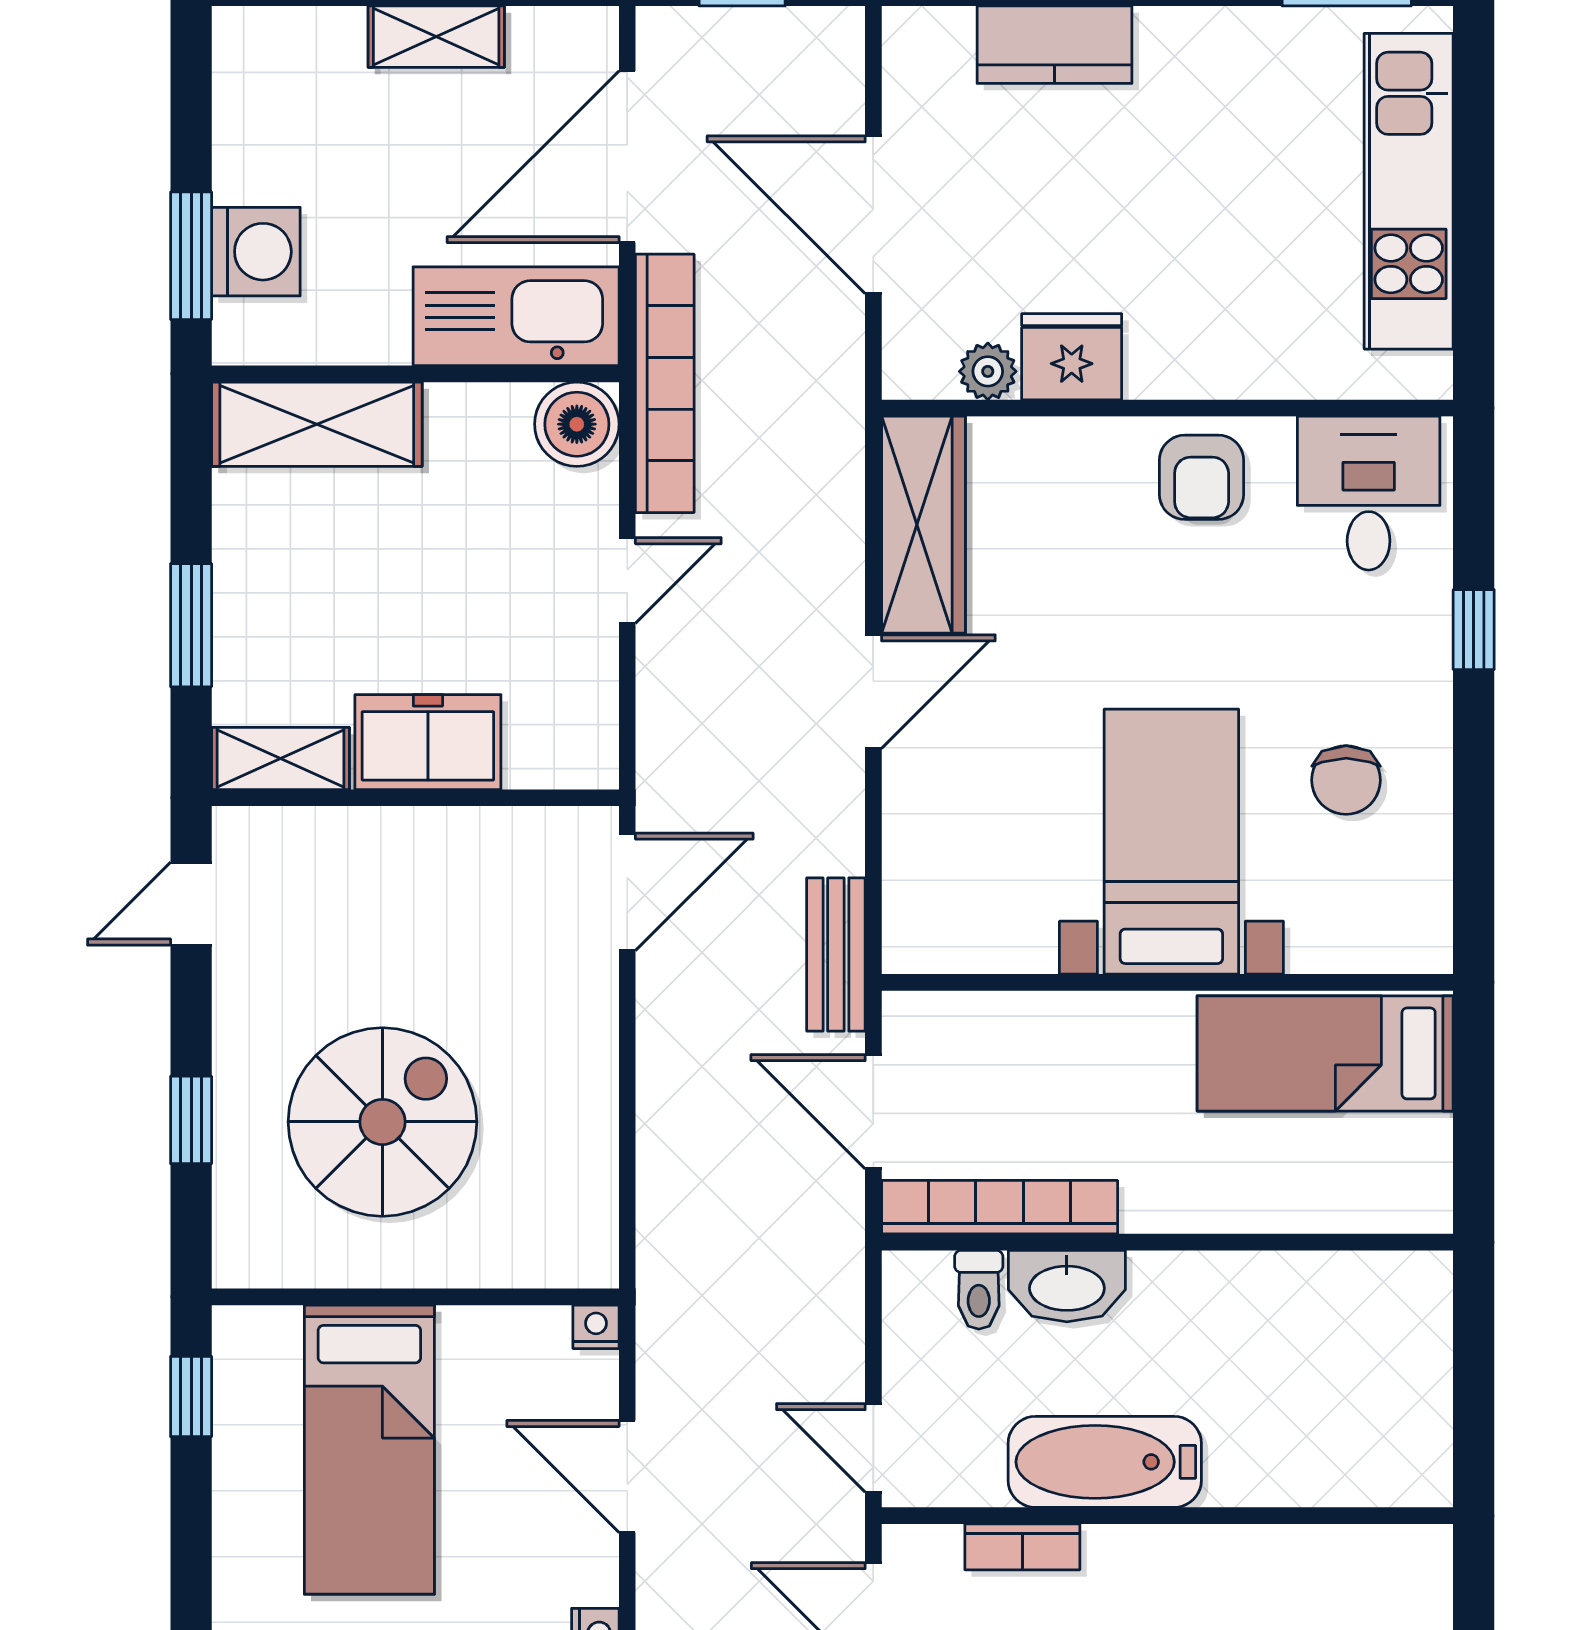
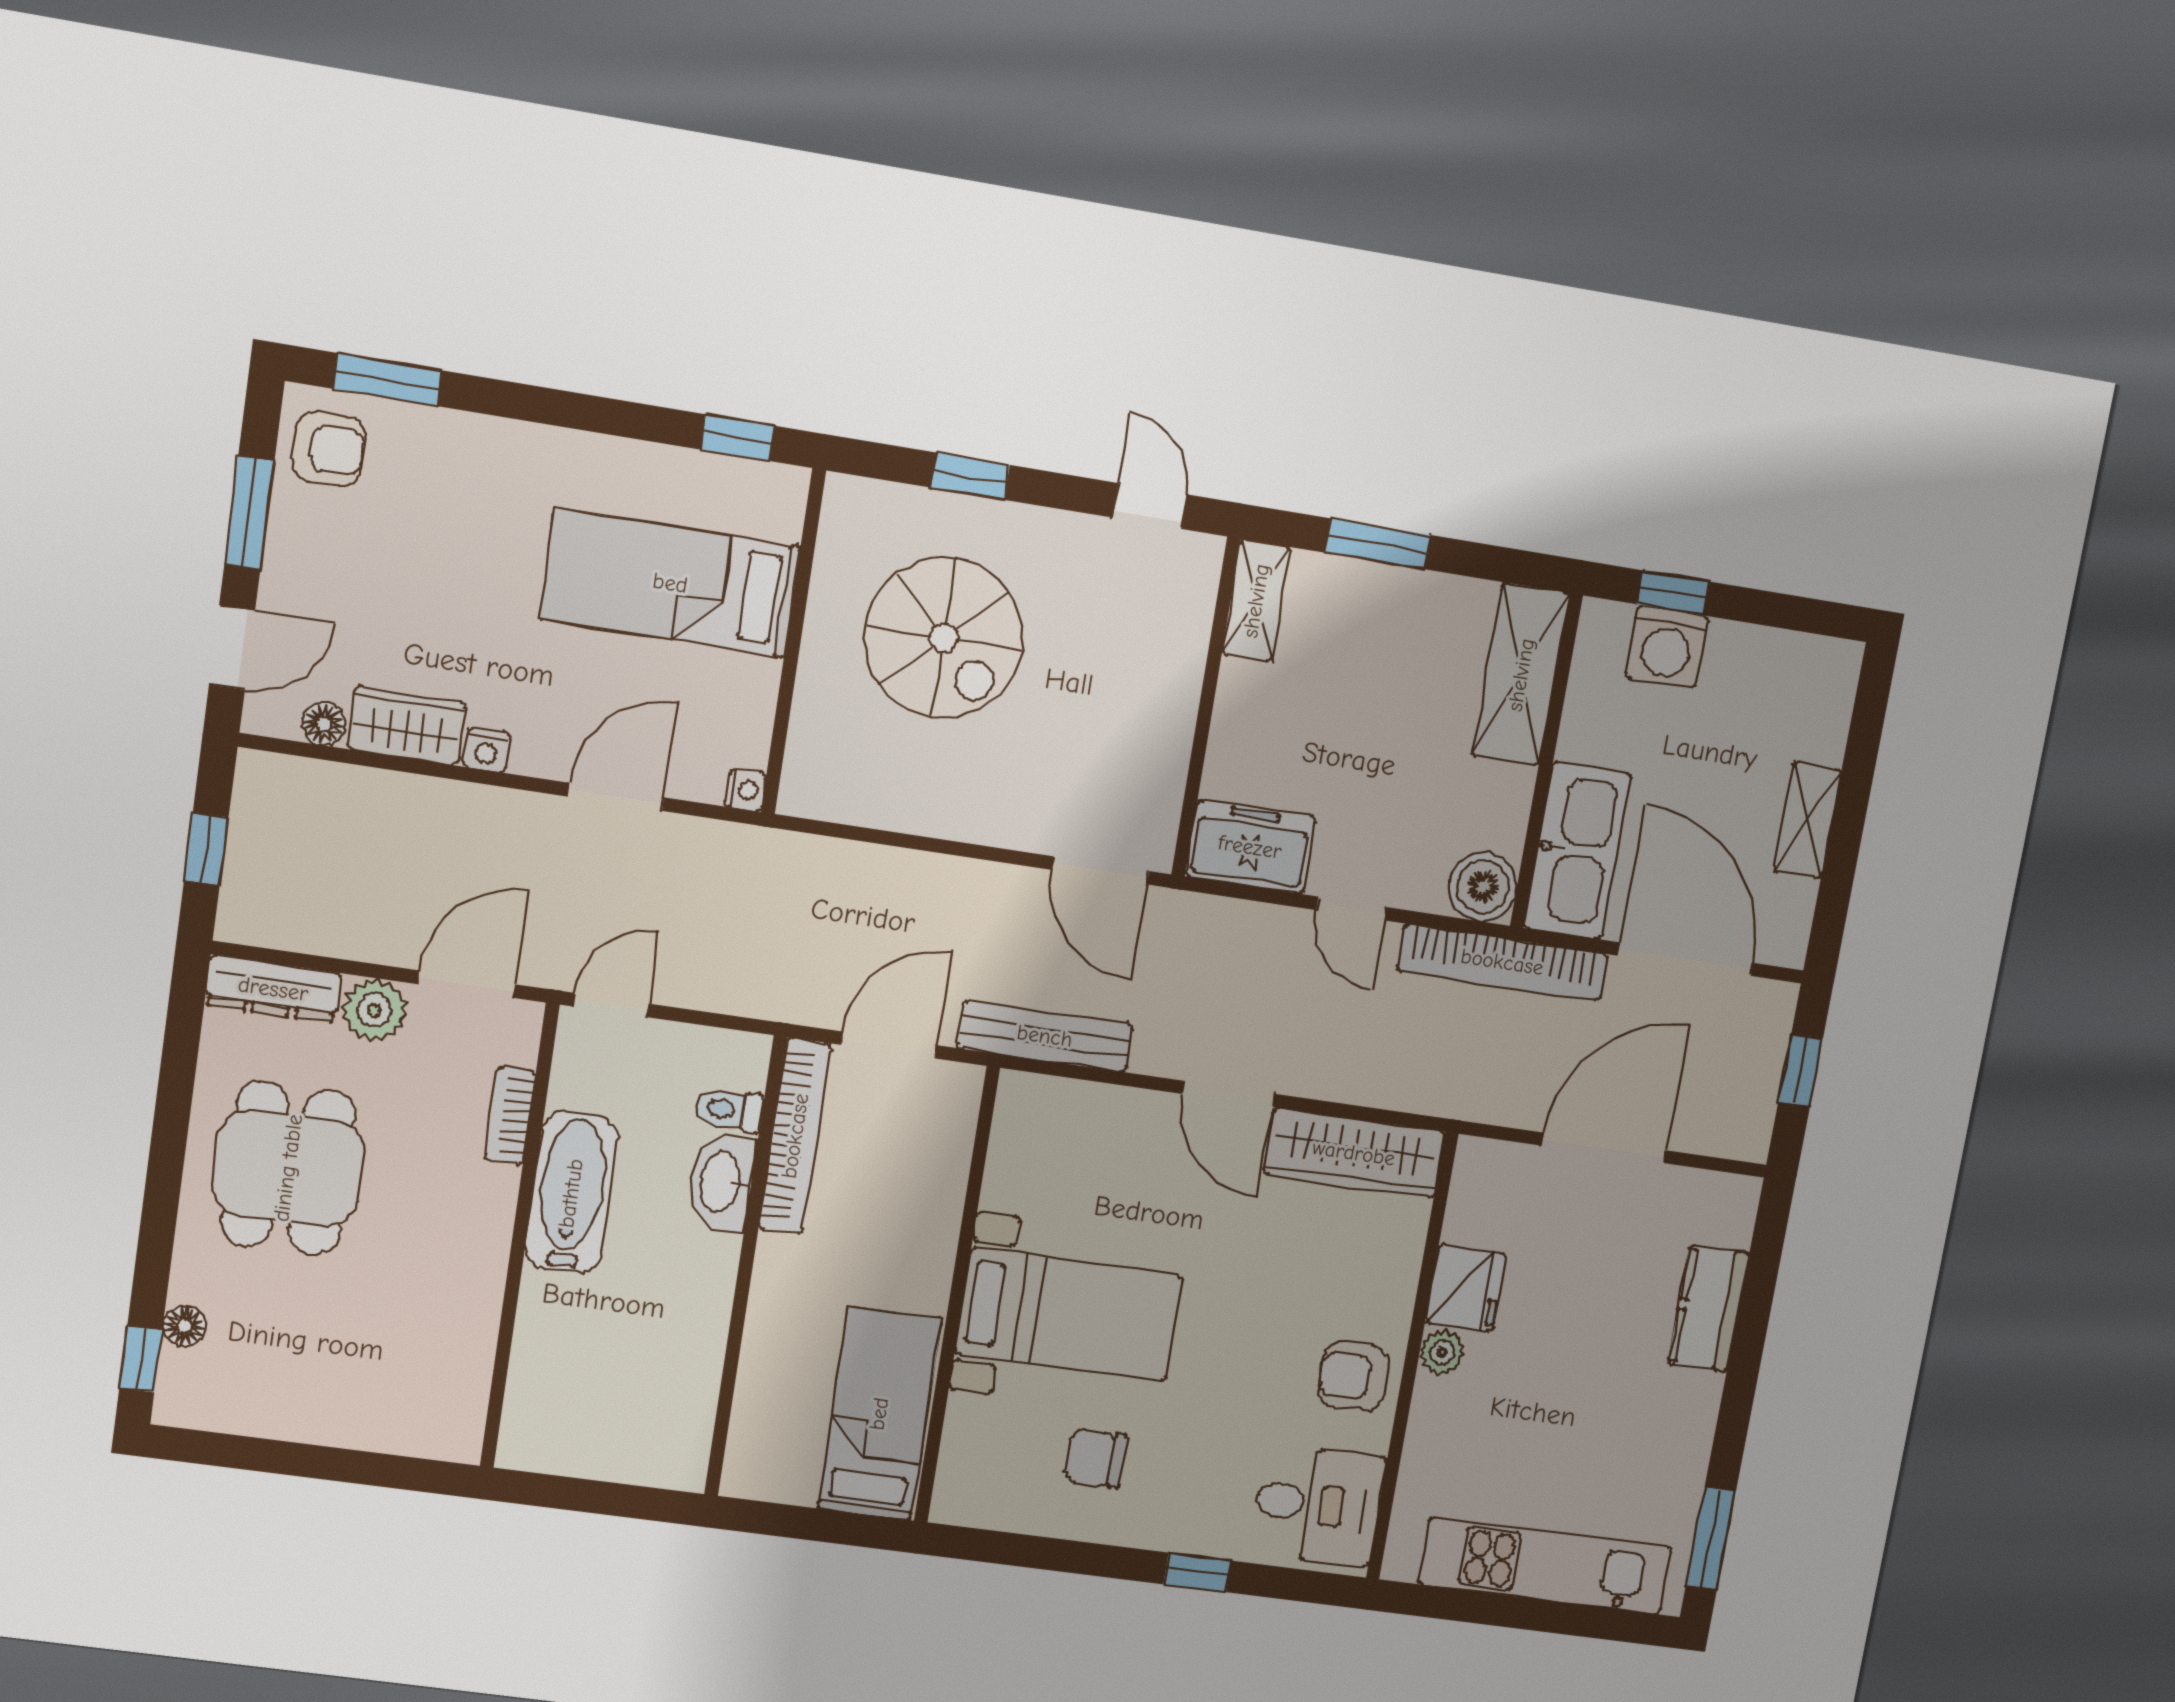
window: (191, 256) -> (1673, 593), width x0.67
plant: (988, 371) -> (1442, 1352), moved
freezer: (428, 742) -> (1250, 847), moved, turned -90
bench: (836, 954) -> (1045, 1036), width x1.36

